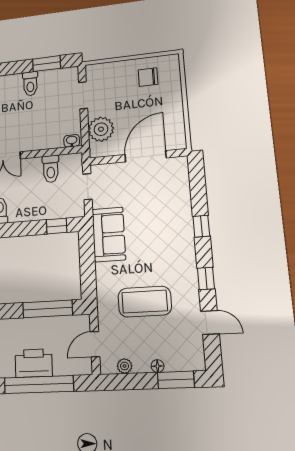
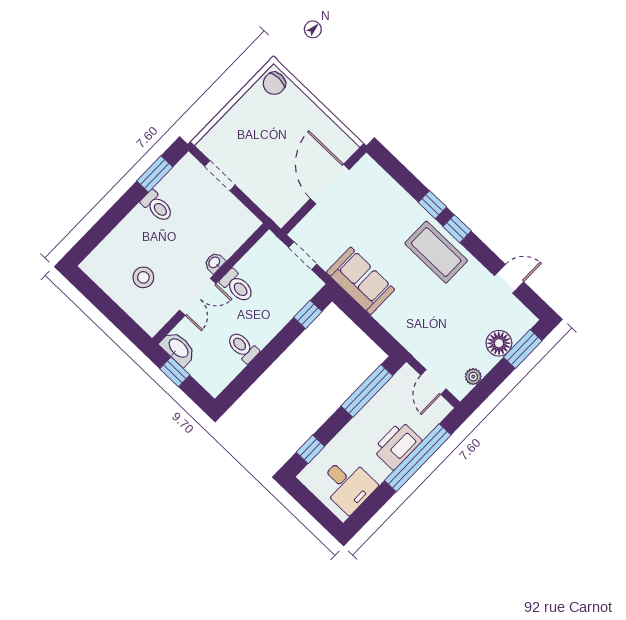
chair: (148, 77) -> (274, 83), moved
plant: (101, 129) -> (266, 193), removed
washbasin: (72, 141) -> (215, 263), moved
toilet: (51, 169) -> (237, 286), moved
window: (206, 278) -> (457, 229), moved
coffee table: (145, 302) -> (436, 252), moved, turned 90
floor lamp: (158, 366) -> (499, 343), width x1.89, depth x1.89

